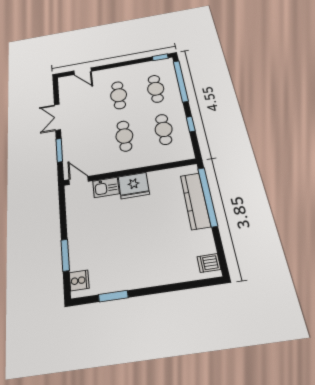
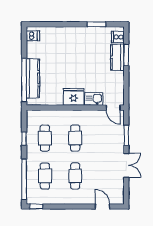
kitchen counter: (78, 250) -> (117, 57), added

